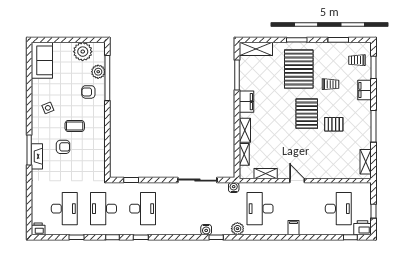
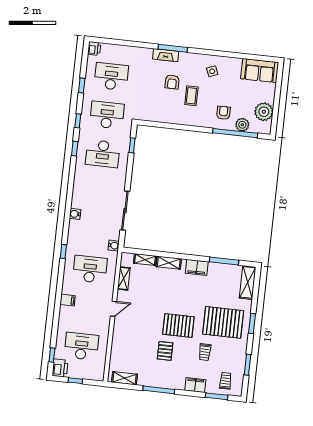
desk: (64, 209) -> (111, 77), turned 180
desk: (338, 209) -> (81, 346), turned 180
plant: (237, 229) -> (73, 245), removed
window: (216, 237) -> (63, 251), moved

